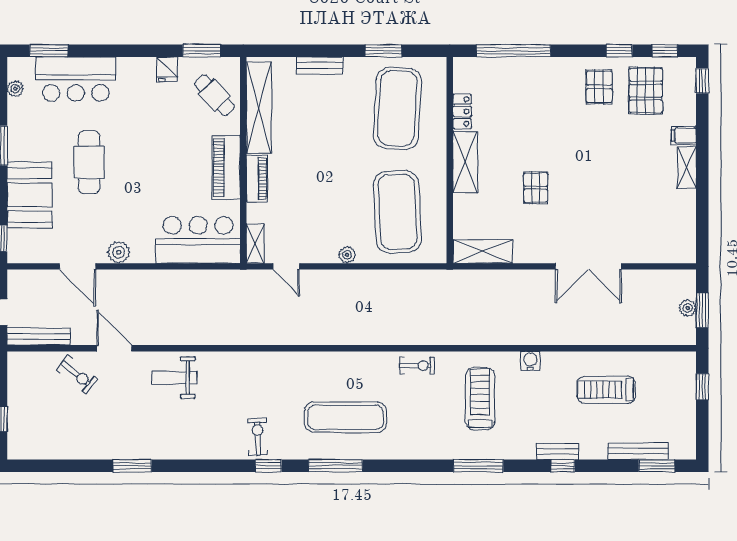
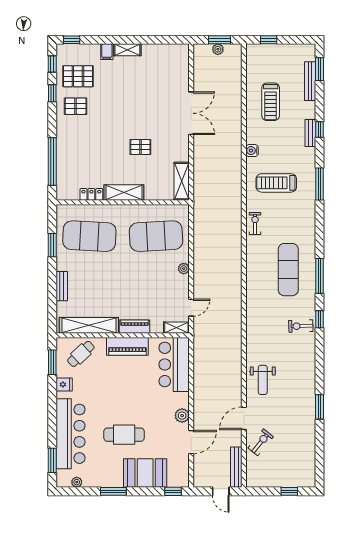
bar counter: (76, 79) -> (71, 434), width x1.36

